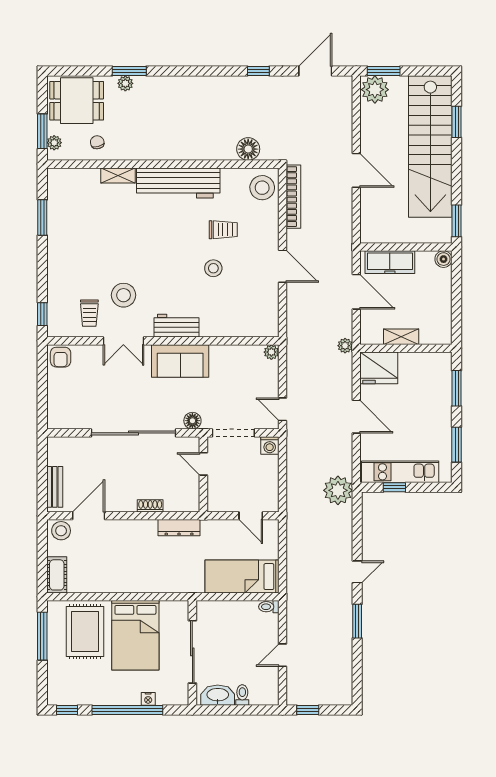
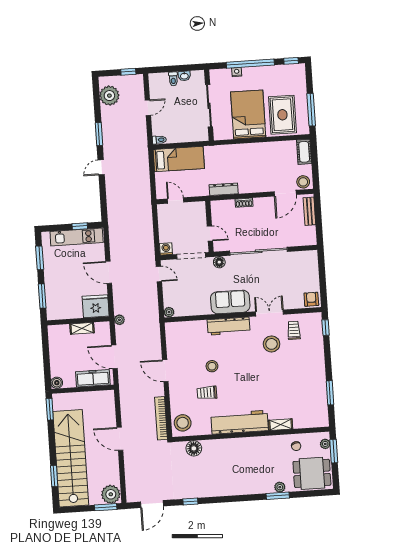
workbench: (177, 326) -> (229, 326), width x1.38
plant: (338, 490) -> (109, 96), moved
washbasin: (218, 695) -> (184, 76), width x0.52, depth x0.69

